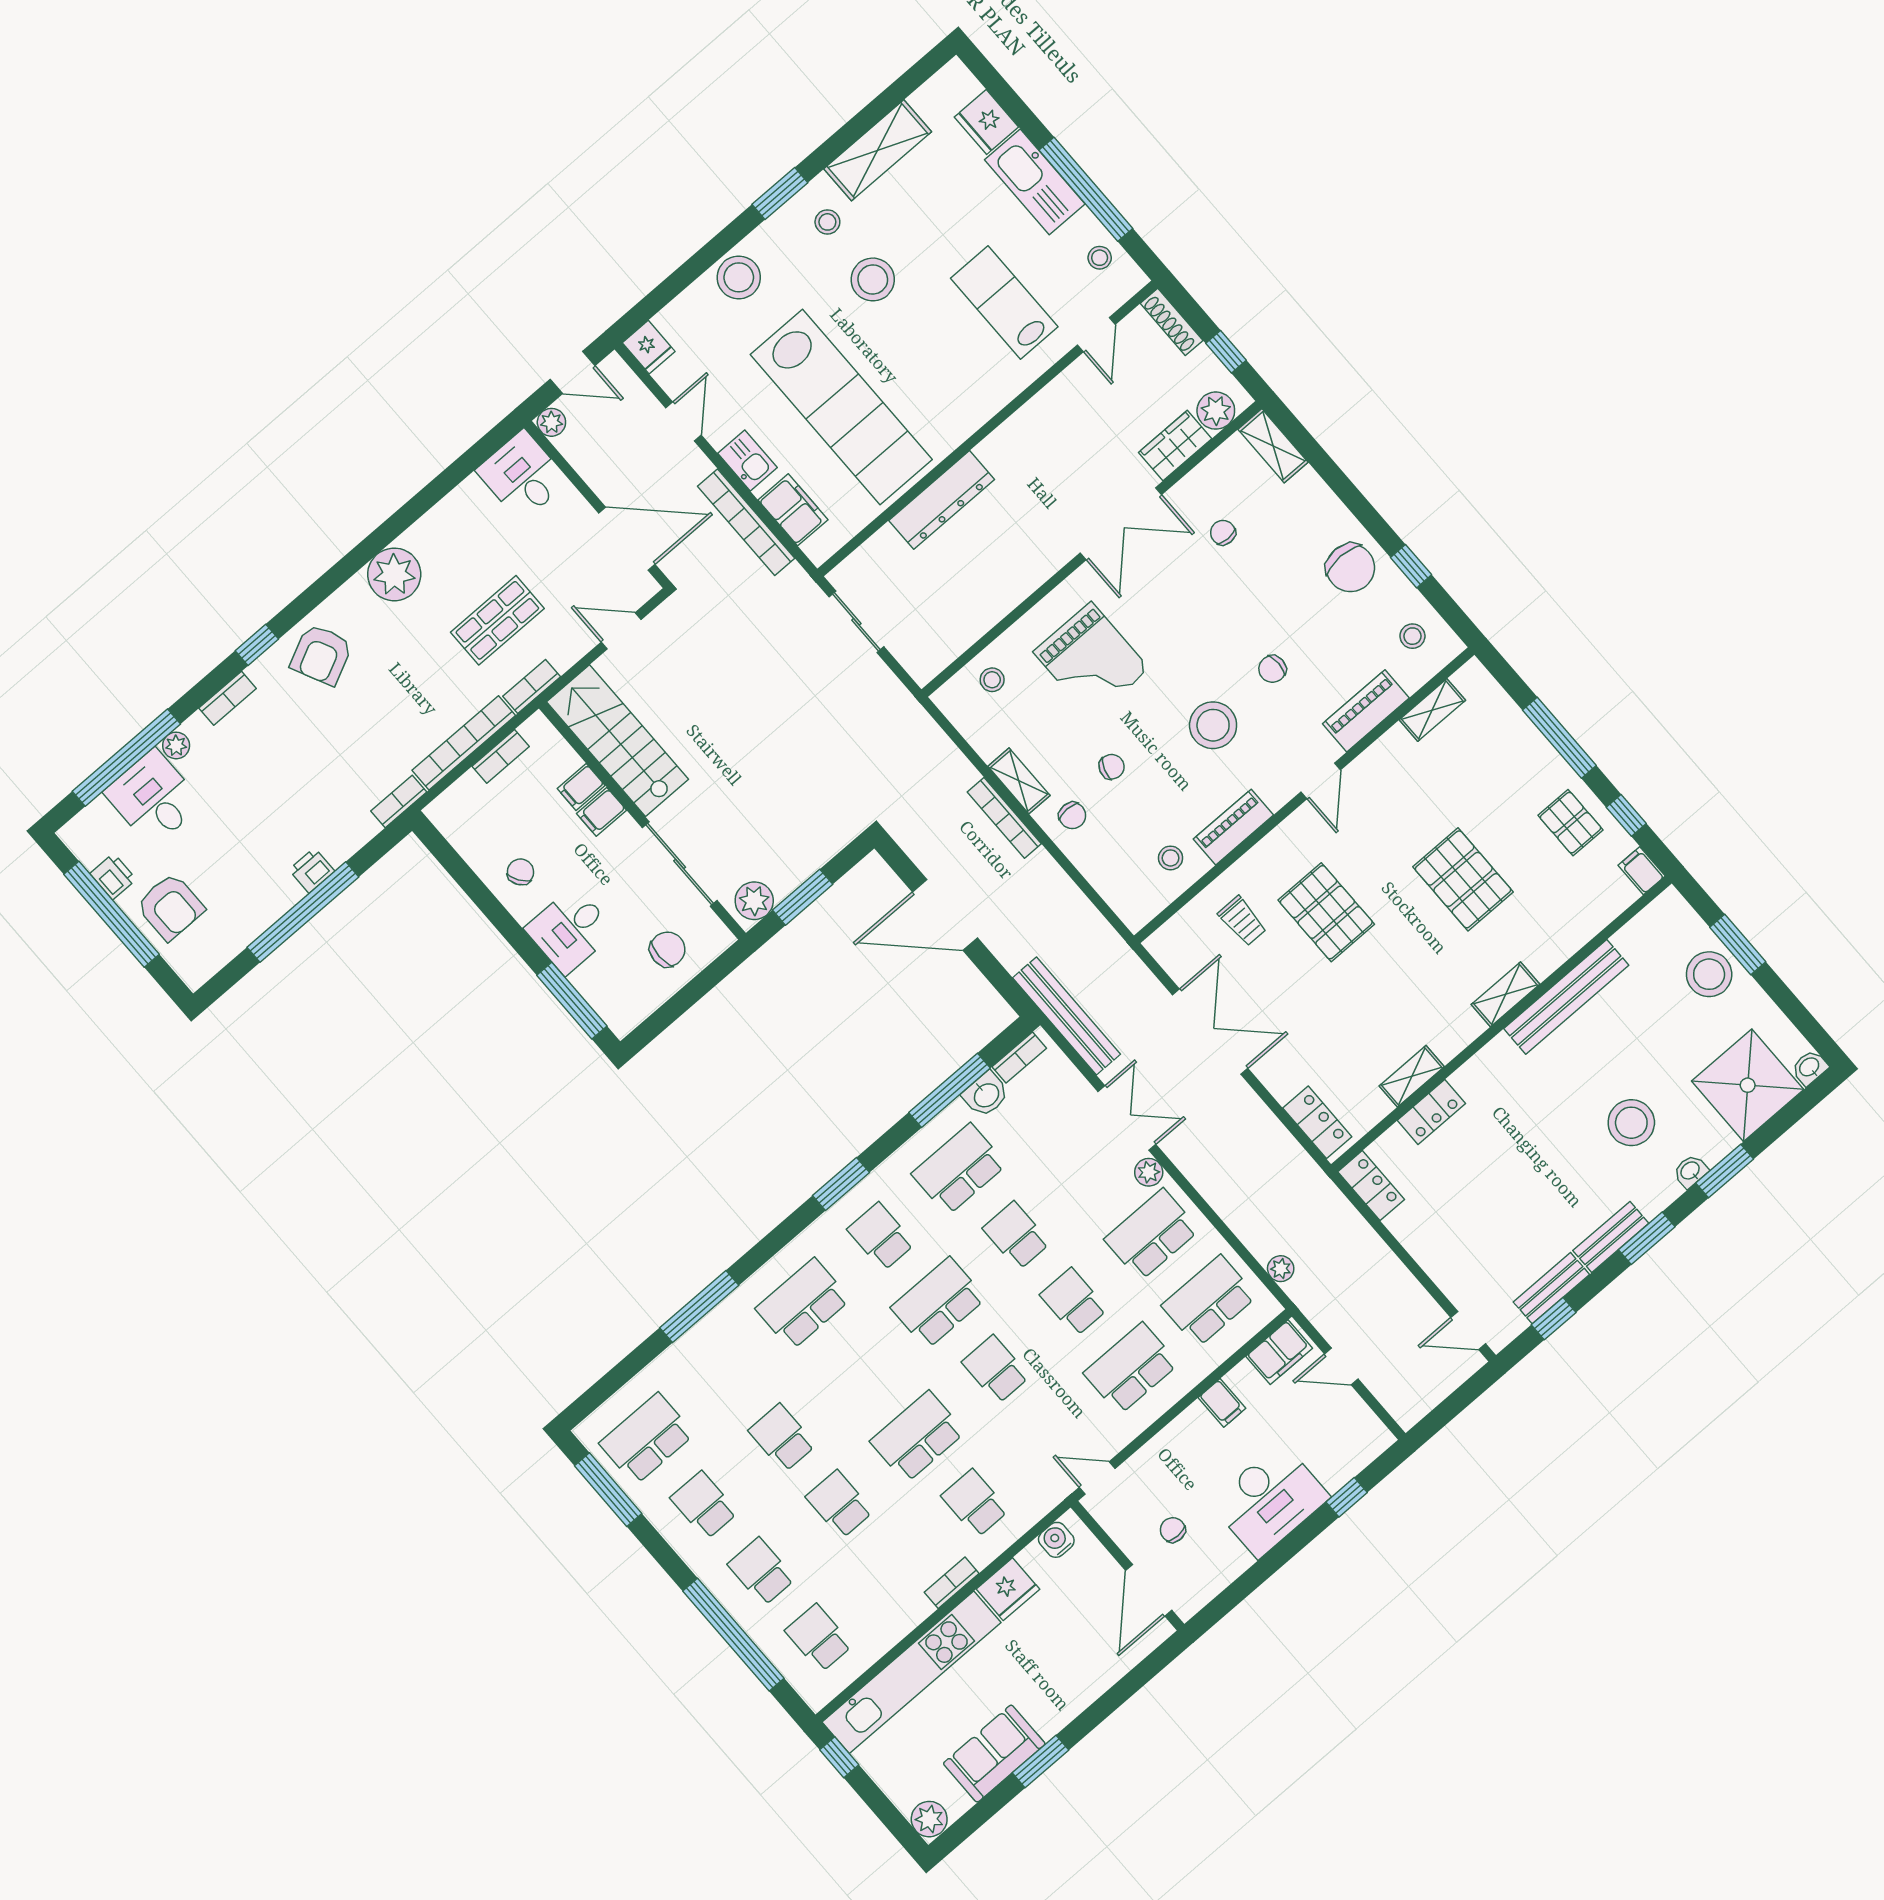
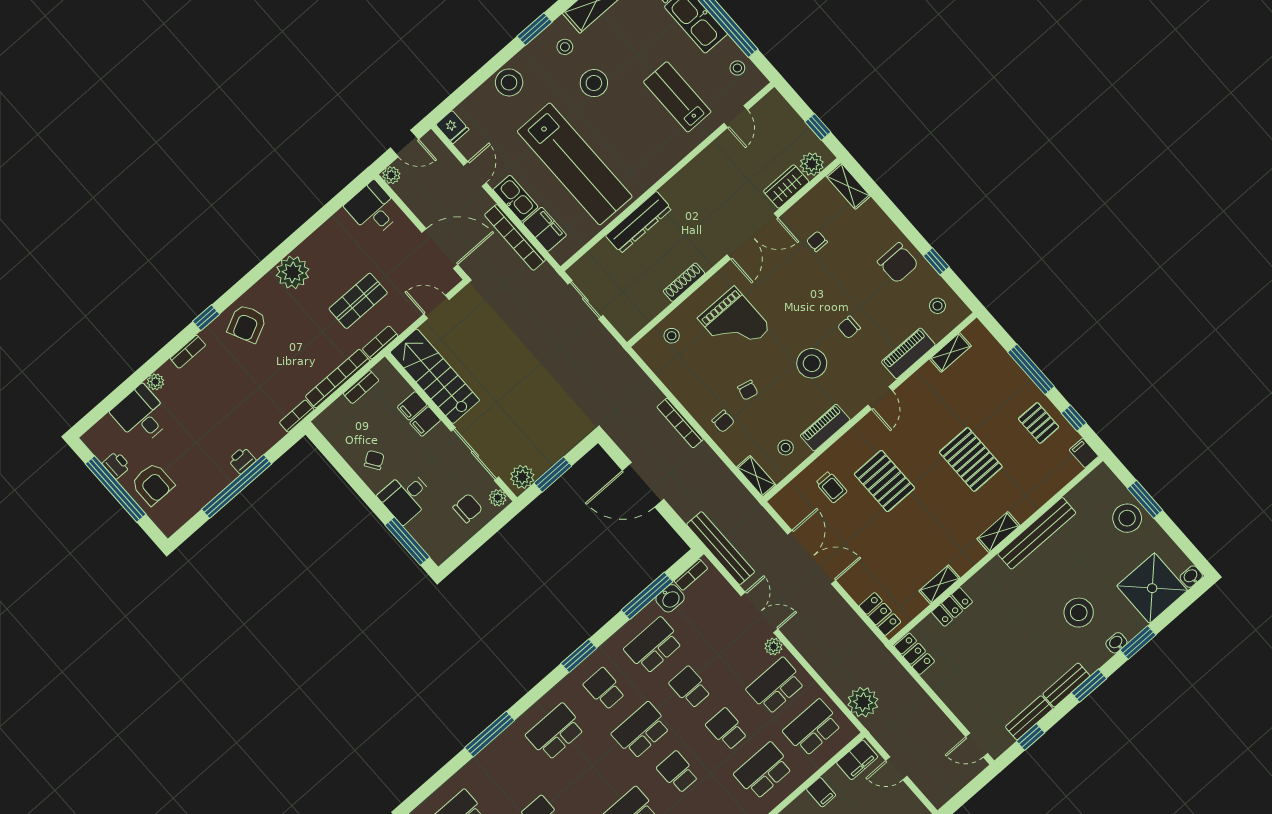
shoe rack: (1172, 322) -> (684, 282), moved, turned 90
kitchen sink: (747, 460) -> (516, 198), width x1.38
window: (126, 758) -> (124, 390), removed
chair: (1112, 767) -> (748, 390), turned 85
shelving: (1019, 781) -> (756, 476), moved
plant: (715, 933) -> (498, 498), added
plant: (1281, 1269) -> (863, 702), width x1.88, depth x1.88

